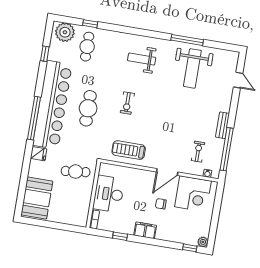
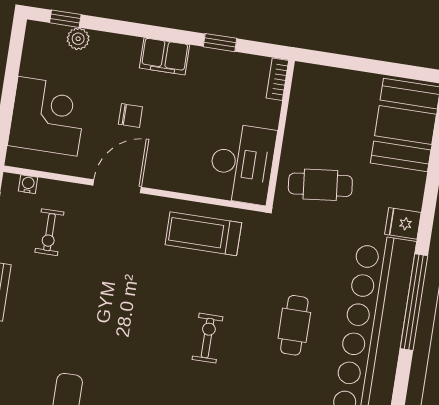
cafe table: (88, 108) -> (294, 325), width x0.73, depth x0.74
treadmill: (129, 150) -> (203, 234), turned 180
desk: (109, 194) -> (242, 164), moved
corner desk: (193, 194) -> (48, 116), moved, turned 90
plant: (203, 242) -> (78, 39), moved

